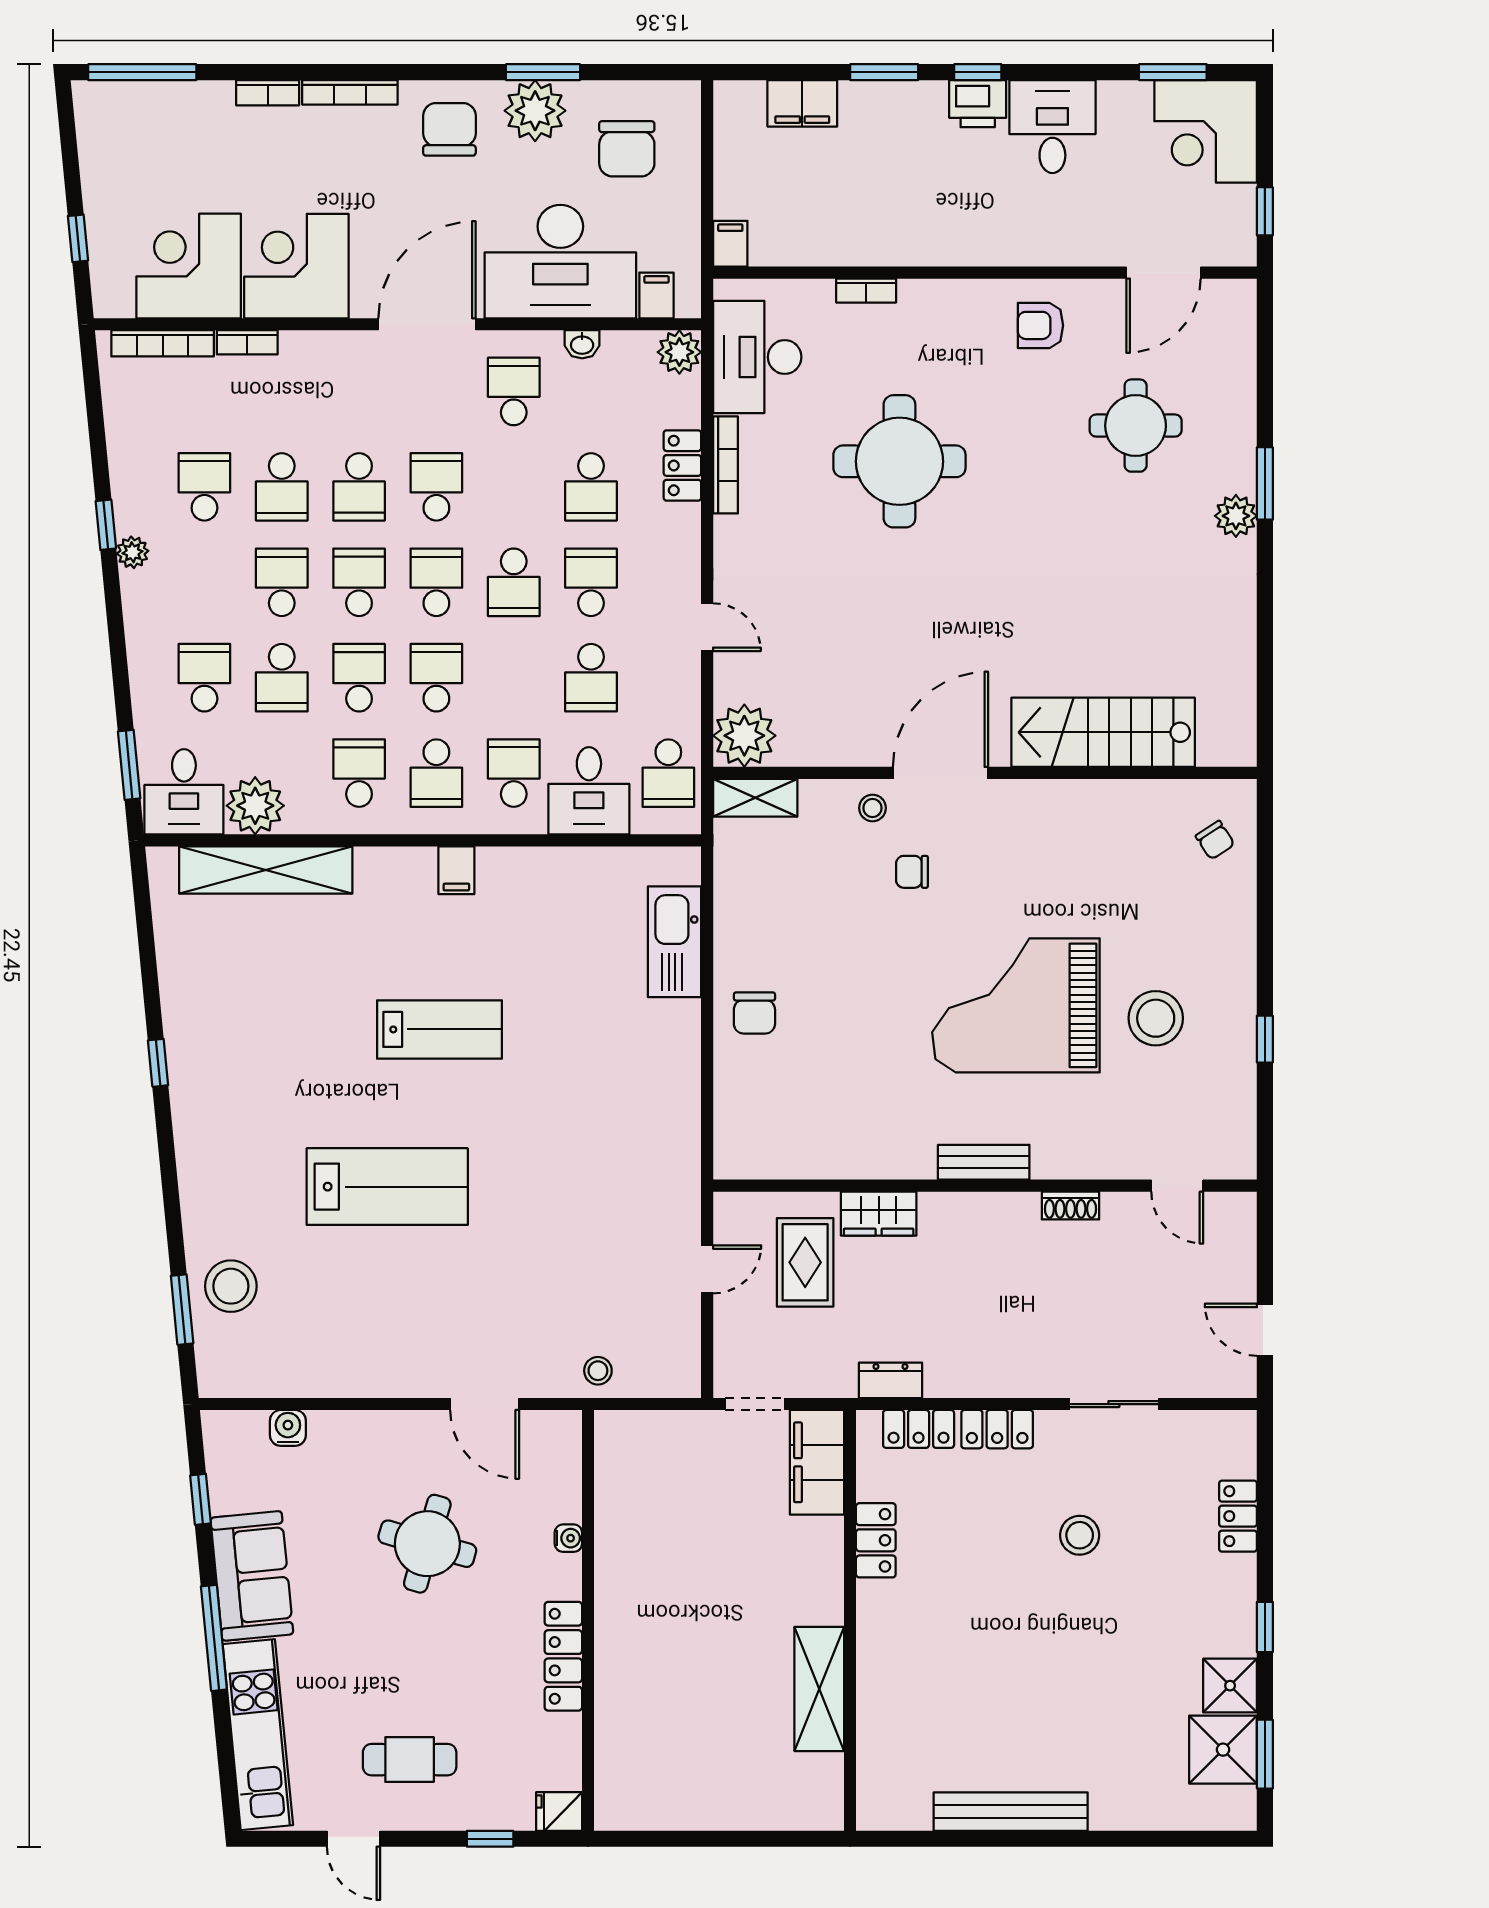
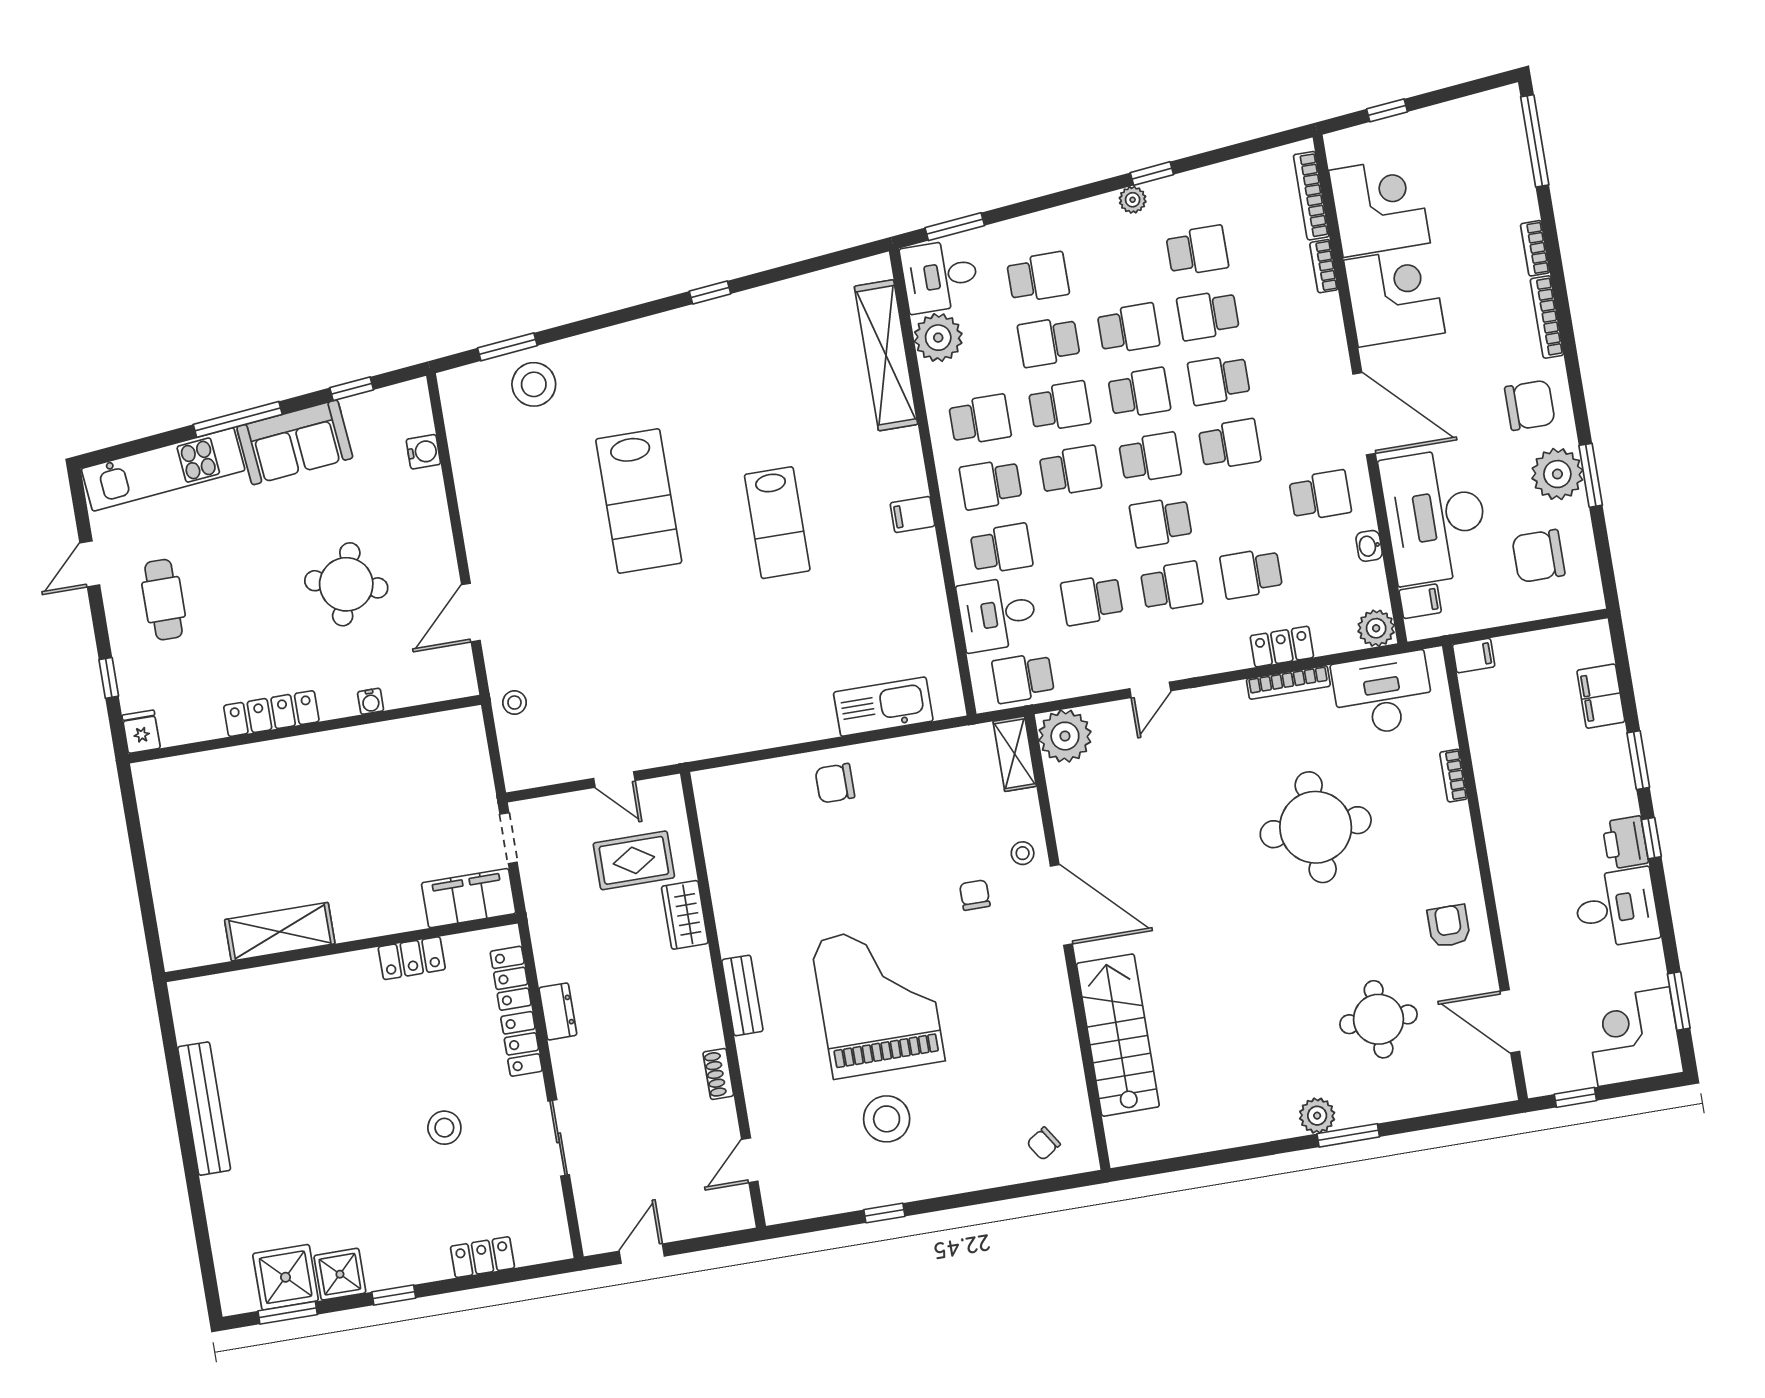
dresser: (890, 1380) -> (558, 1011), moved

